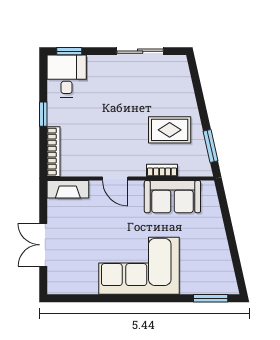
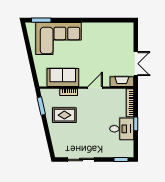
desk: (67, 76) -> (122, 129), moved, turned -90
door: (115, 179) -> (95, 88), hinge flipped
double door: (43, 245) -> (136, 64), moved
corner sofa: (139, 266) -> (58, 38), moved

